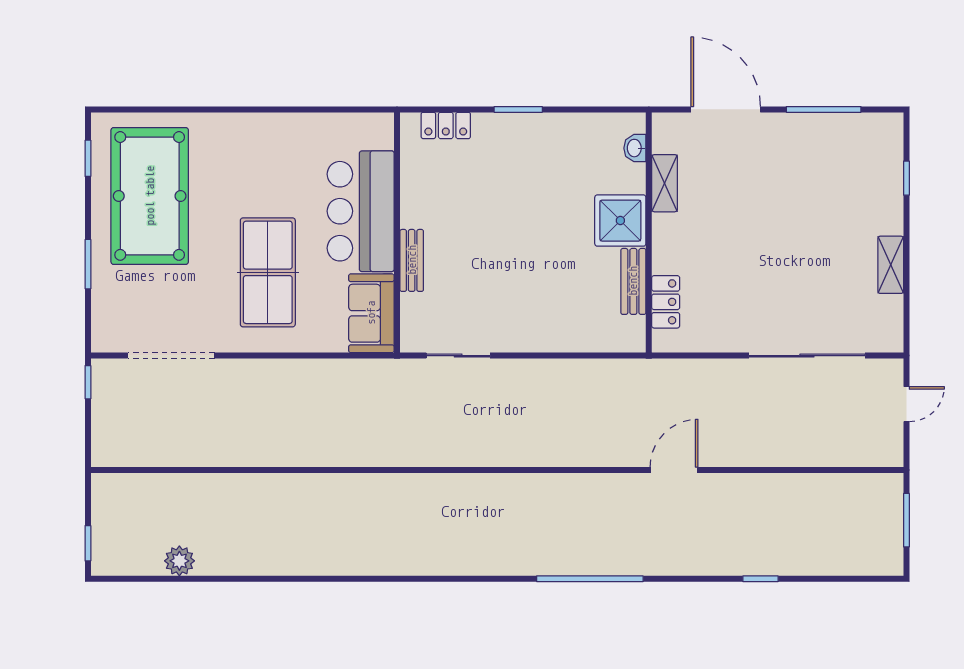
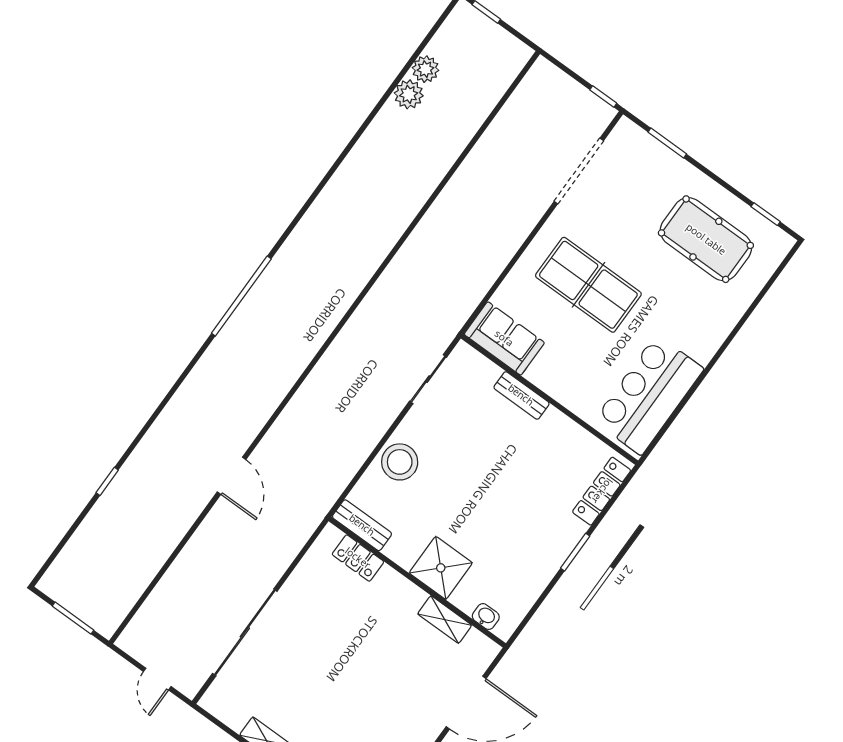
locker: (446, 125) -> (602, 491), width x1.53
pool table: (150, 196) -> (706, 239), width x0.73, depth x0.76
bar counter: (361, 211) -> (649, 395), moved, turned -90
window: (88, 264) -> (667, 143), moved
bench: (633, 281) -> (362, 525), moved
stool: (551, 327) -> (400, 462), added
plant: (213, 560) -> (409, 94), added
window: (590, 579) -> (241, 296), moved

